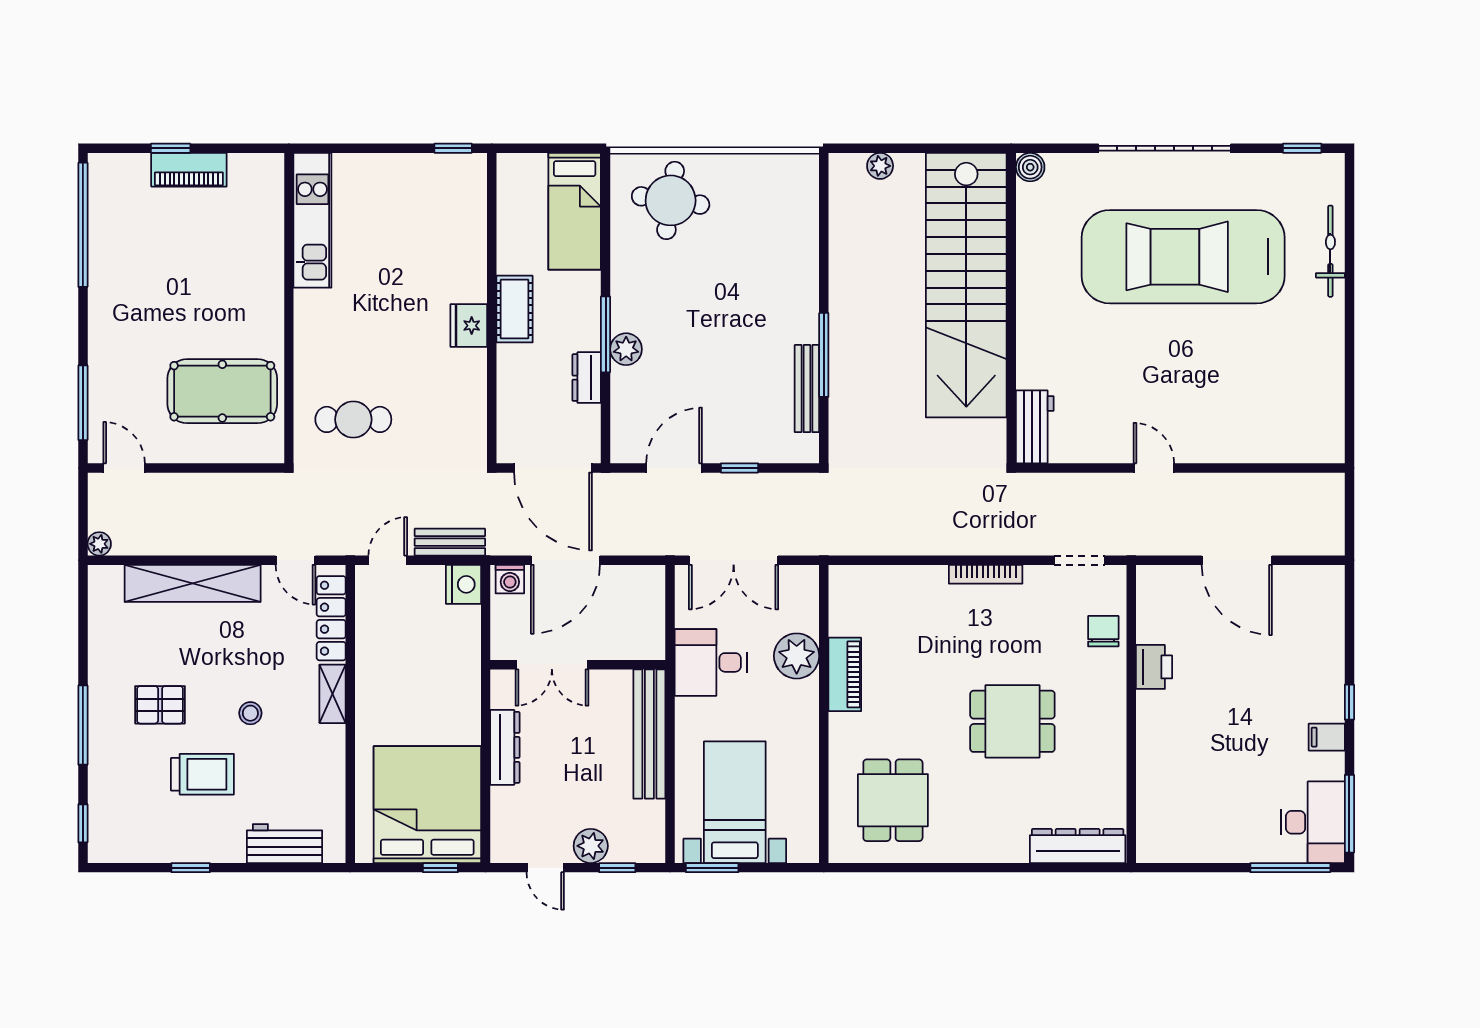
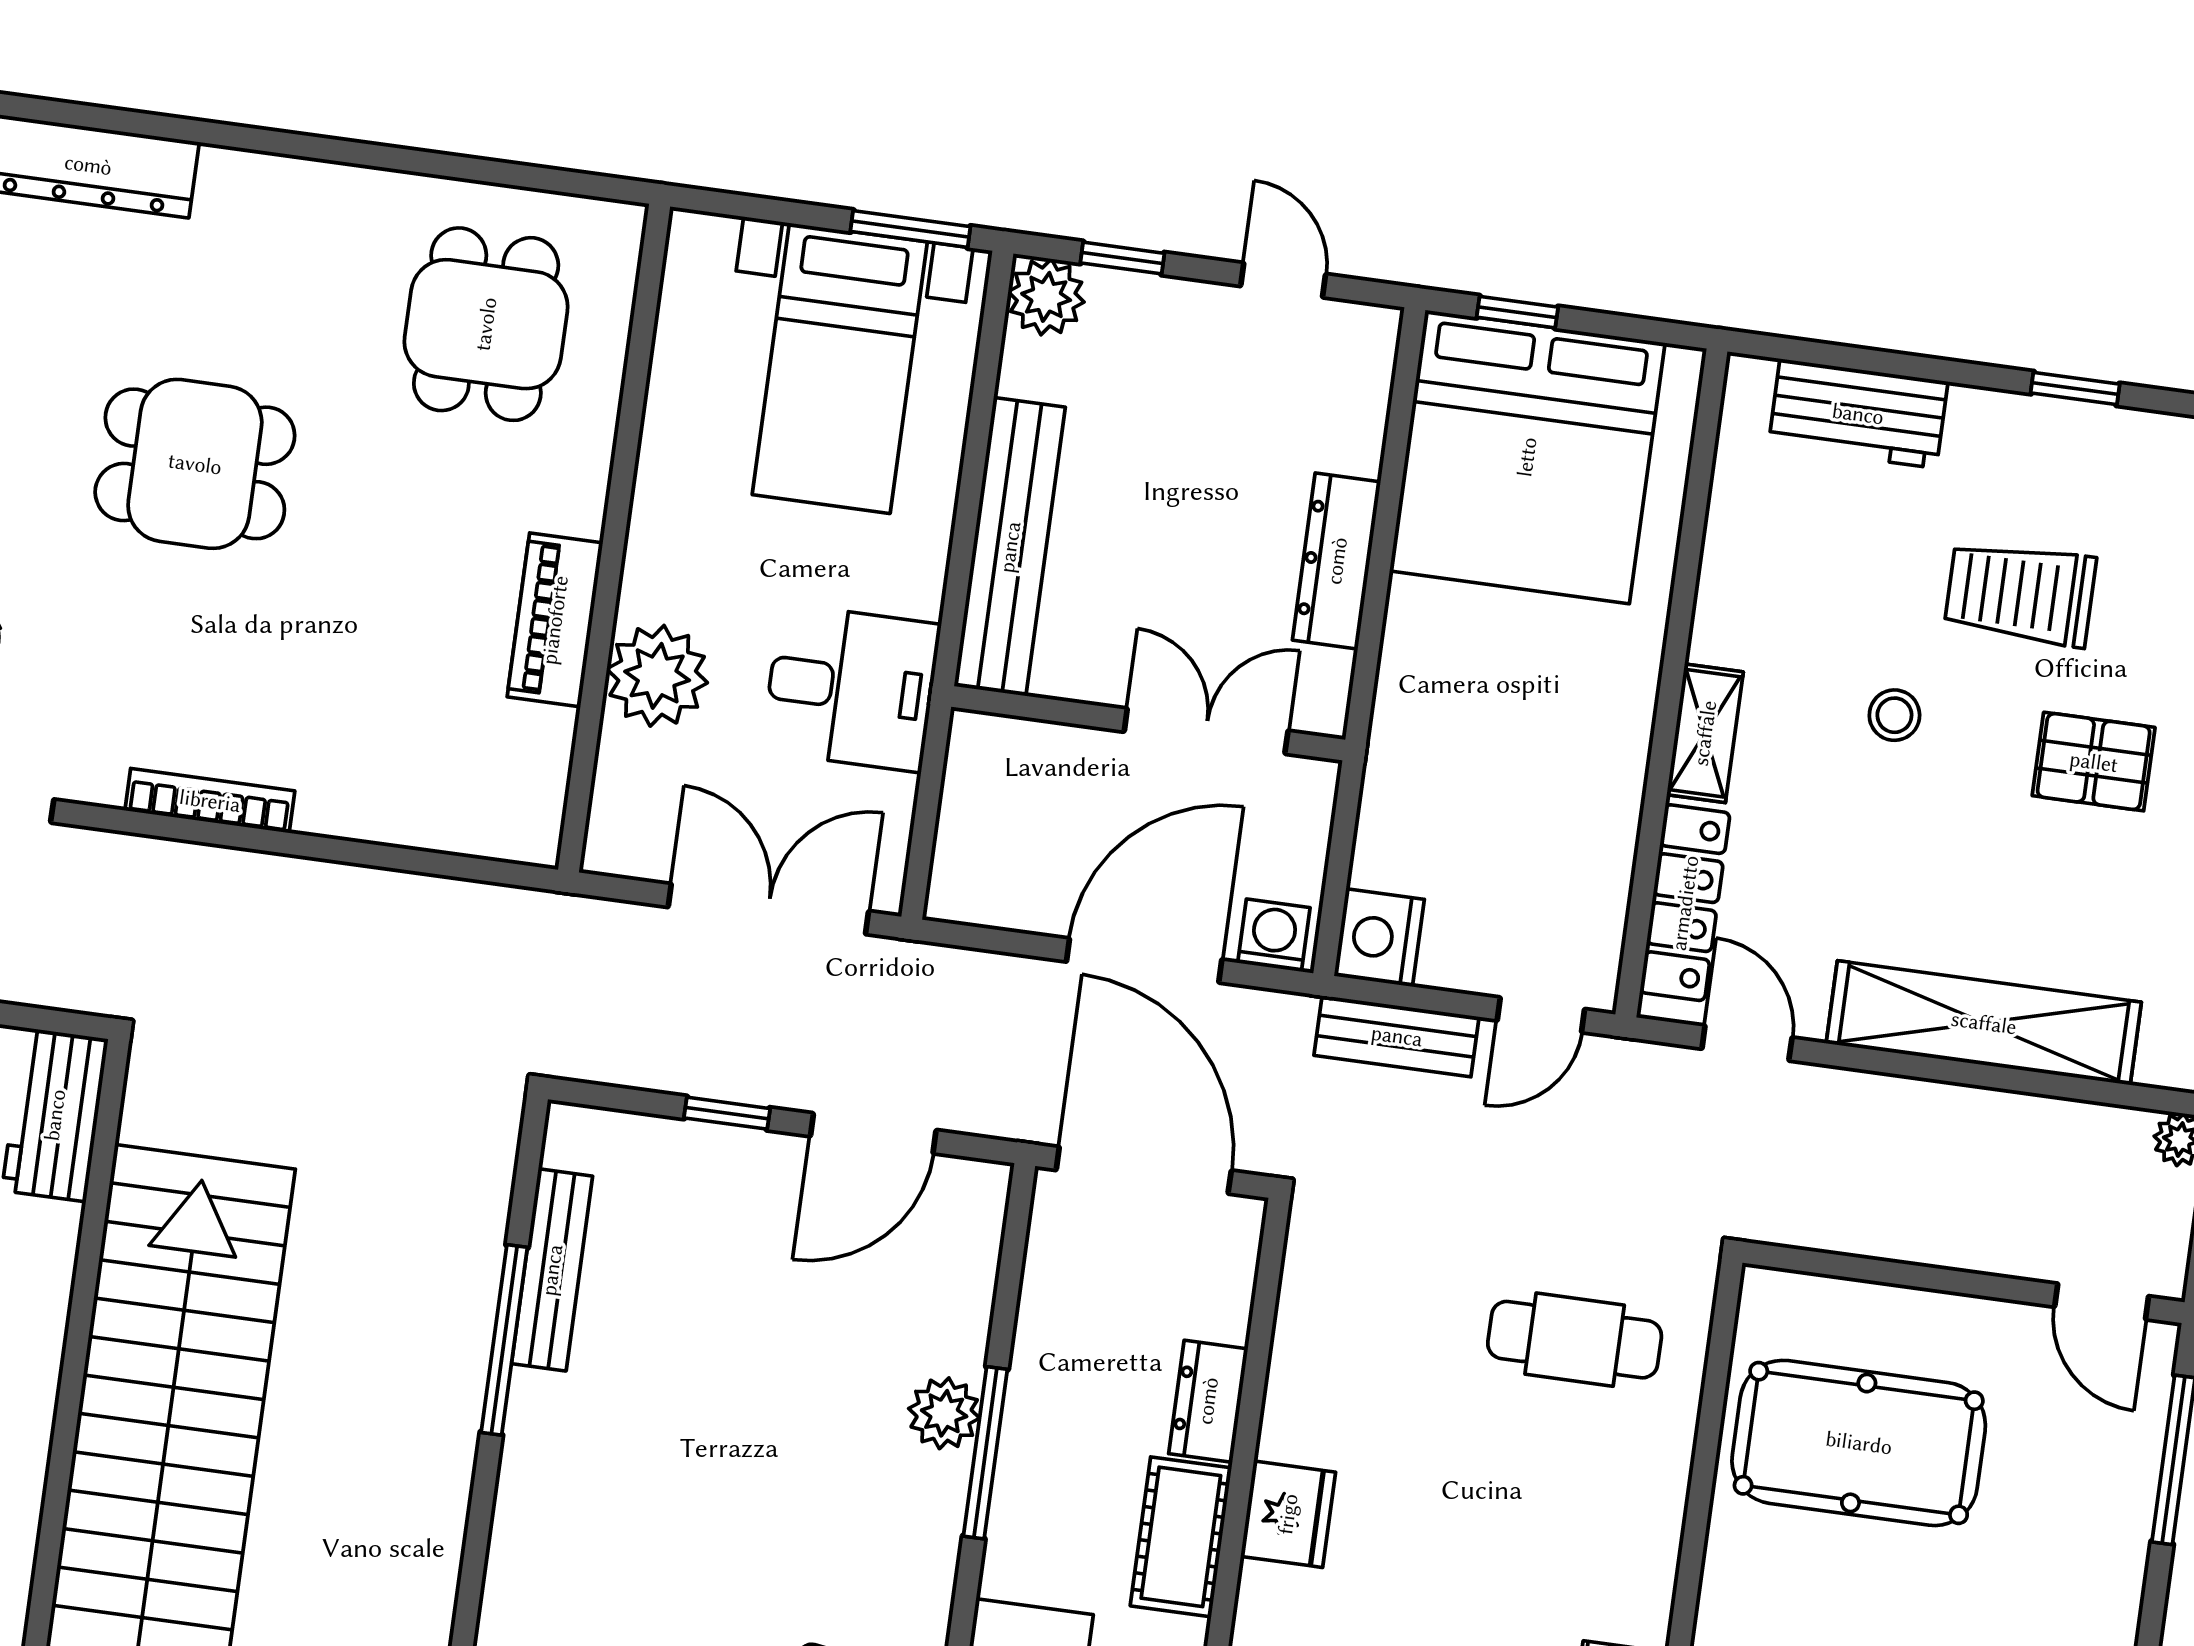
dresser: (587, 378) -> (1208, 1401), moved, turned 180
plant: (591, 846) -> (1046, 297), moved

